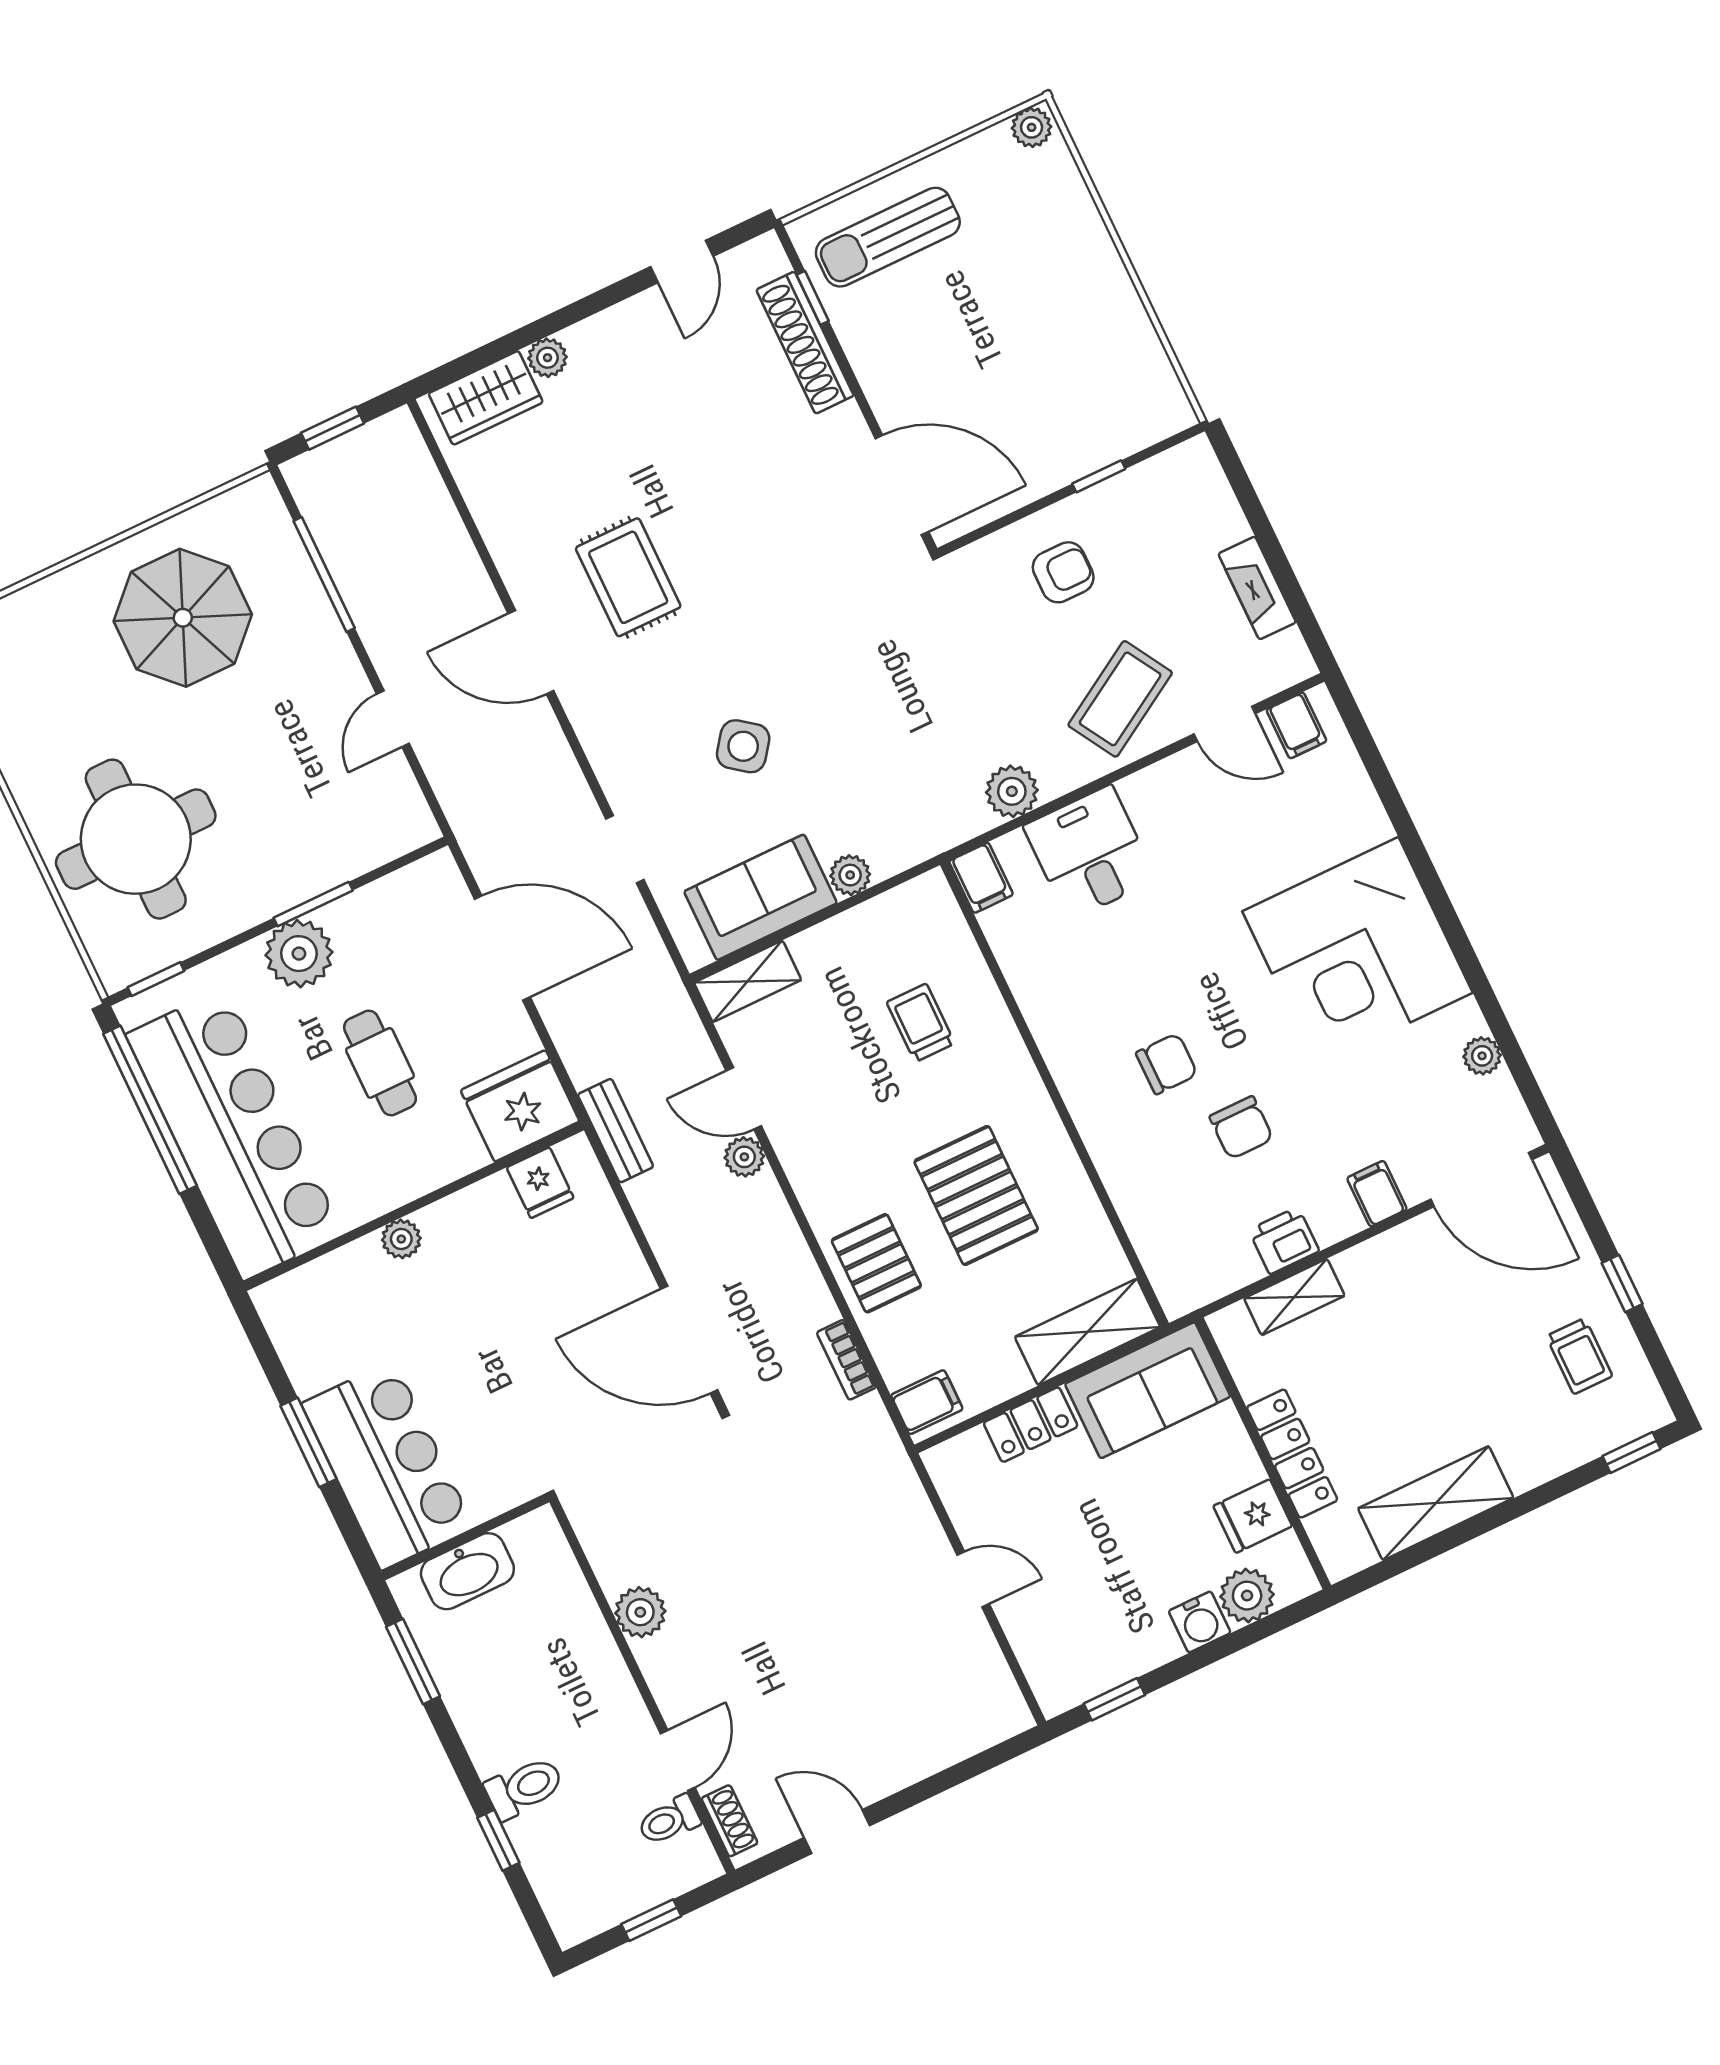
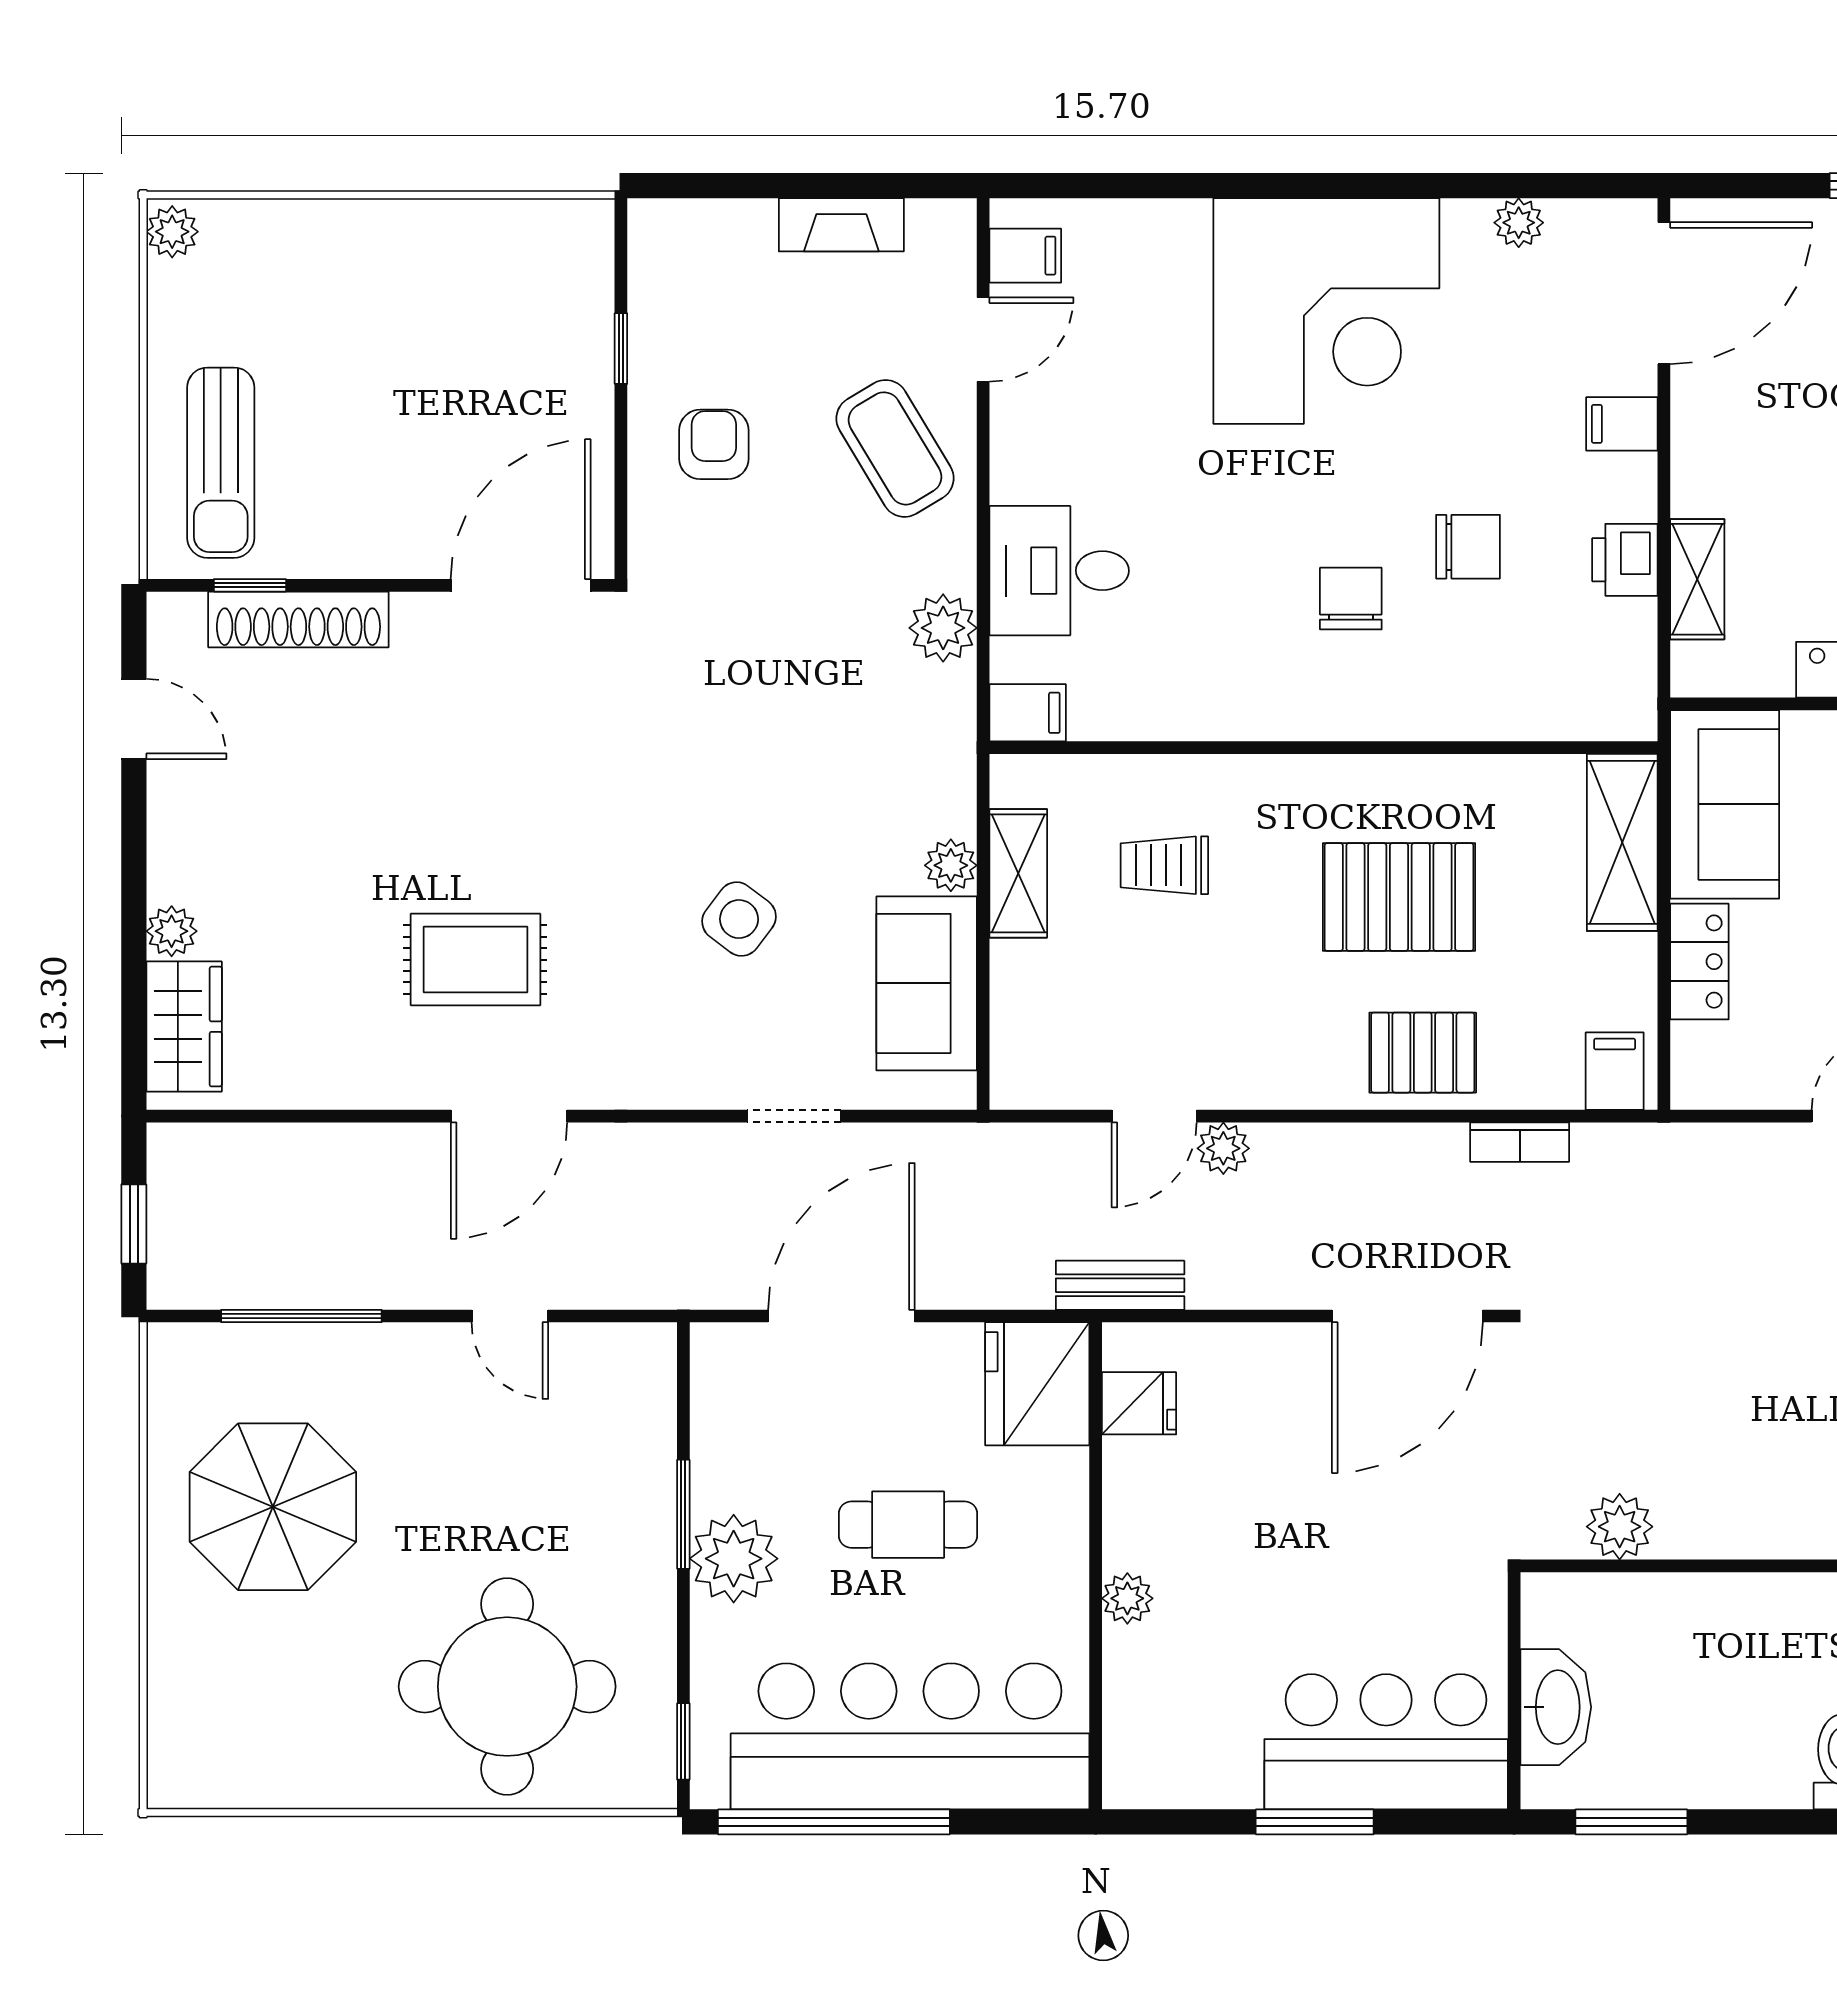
shelving: (748, 981) -> (1018, 873), moved
plant: (640, 1612) -> (1620, 1527), moved

